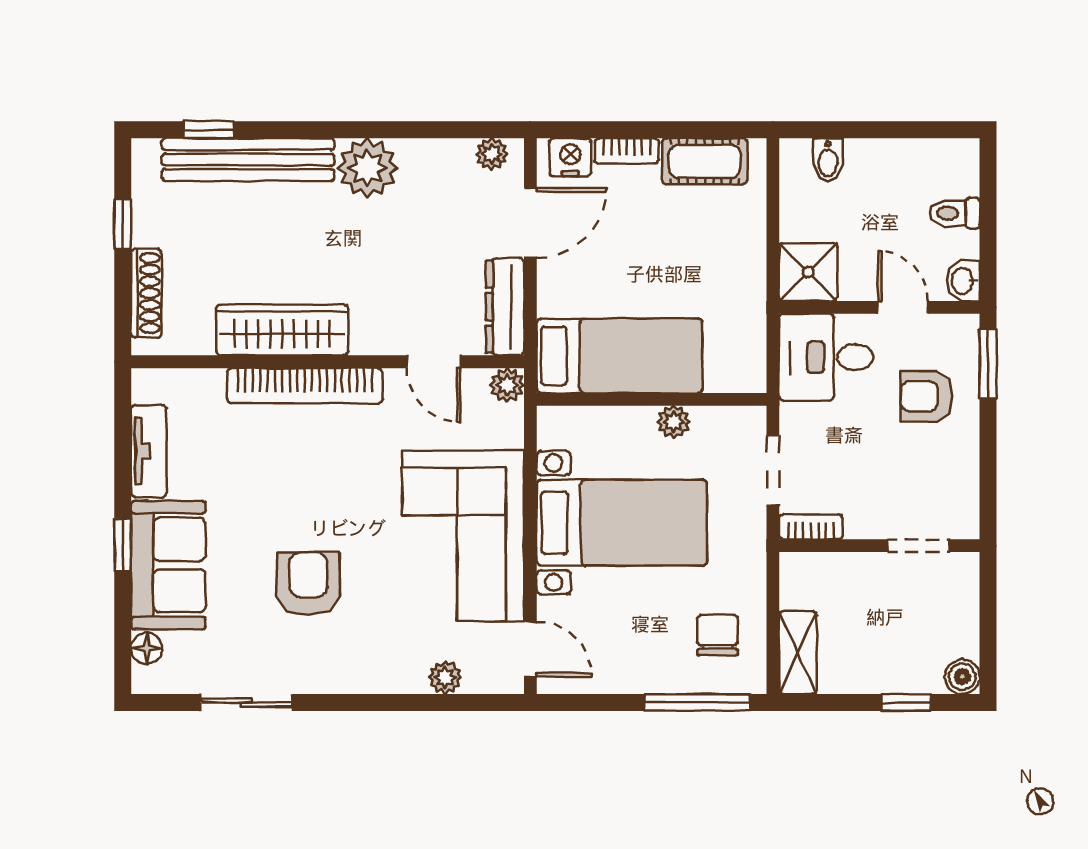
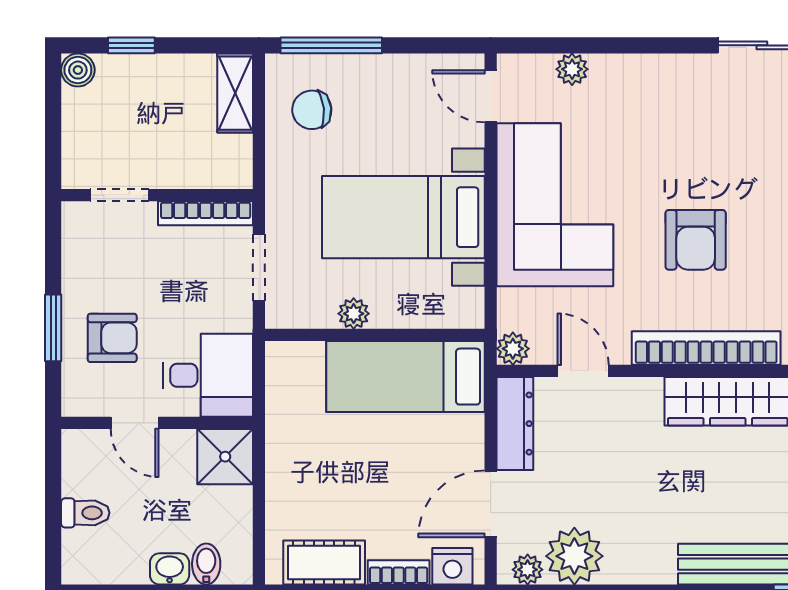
plant: (367, 168) -> (574, 556), moved
washbasin: (963, 281) -> (170, 569), moved, turned -90
window: (988, 364) -> (53, 328), moved
bookcase: (811, 527) -> (206, 213), width x1.56
armchair: (308, 584) -> (696, 240), moved
chair: (718, 635) -> (312, 110), turned 84

